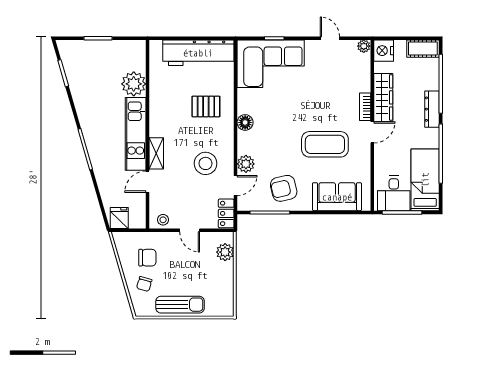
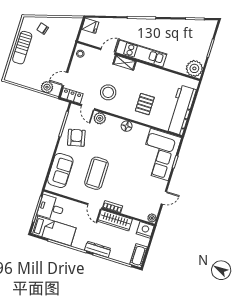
plant: (134, 84) -> (194, 68), moved
door: (148, 182) -> (108, 51), hinge flipped
door: (190, 230) -> (65, 79), moved
chair: (147, 258) -> (59, 36), removed

